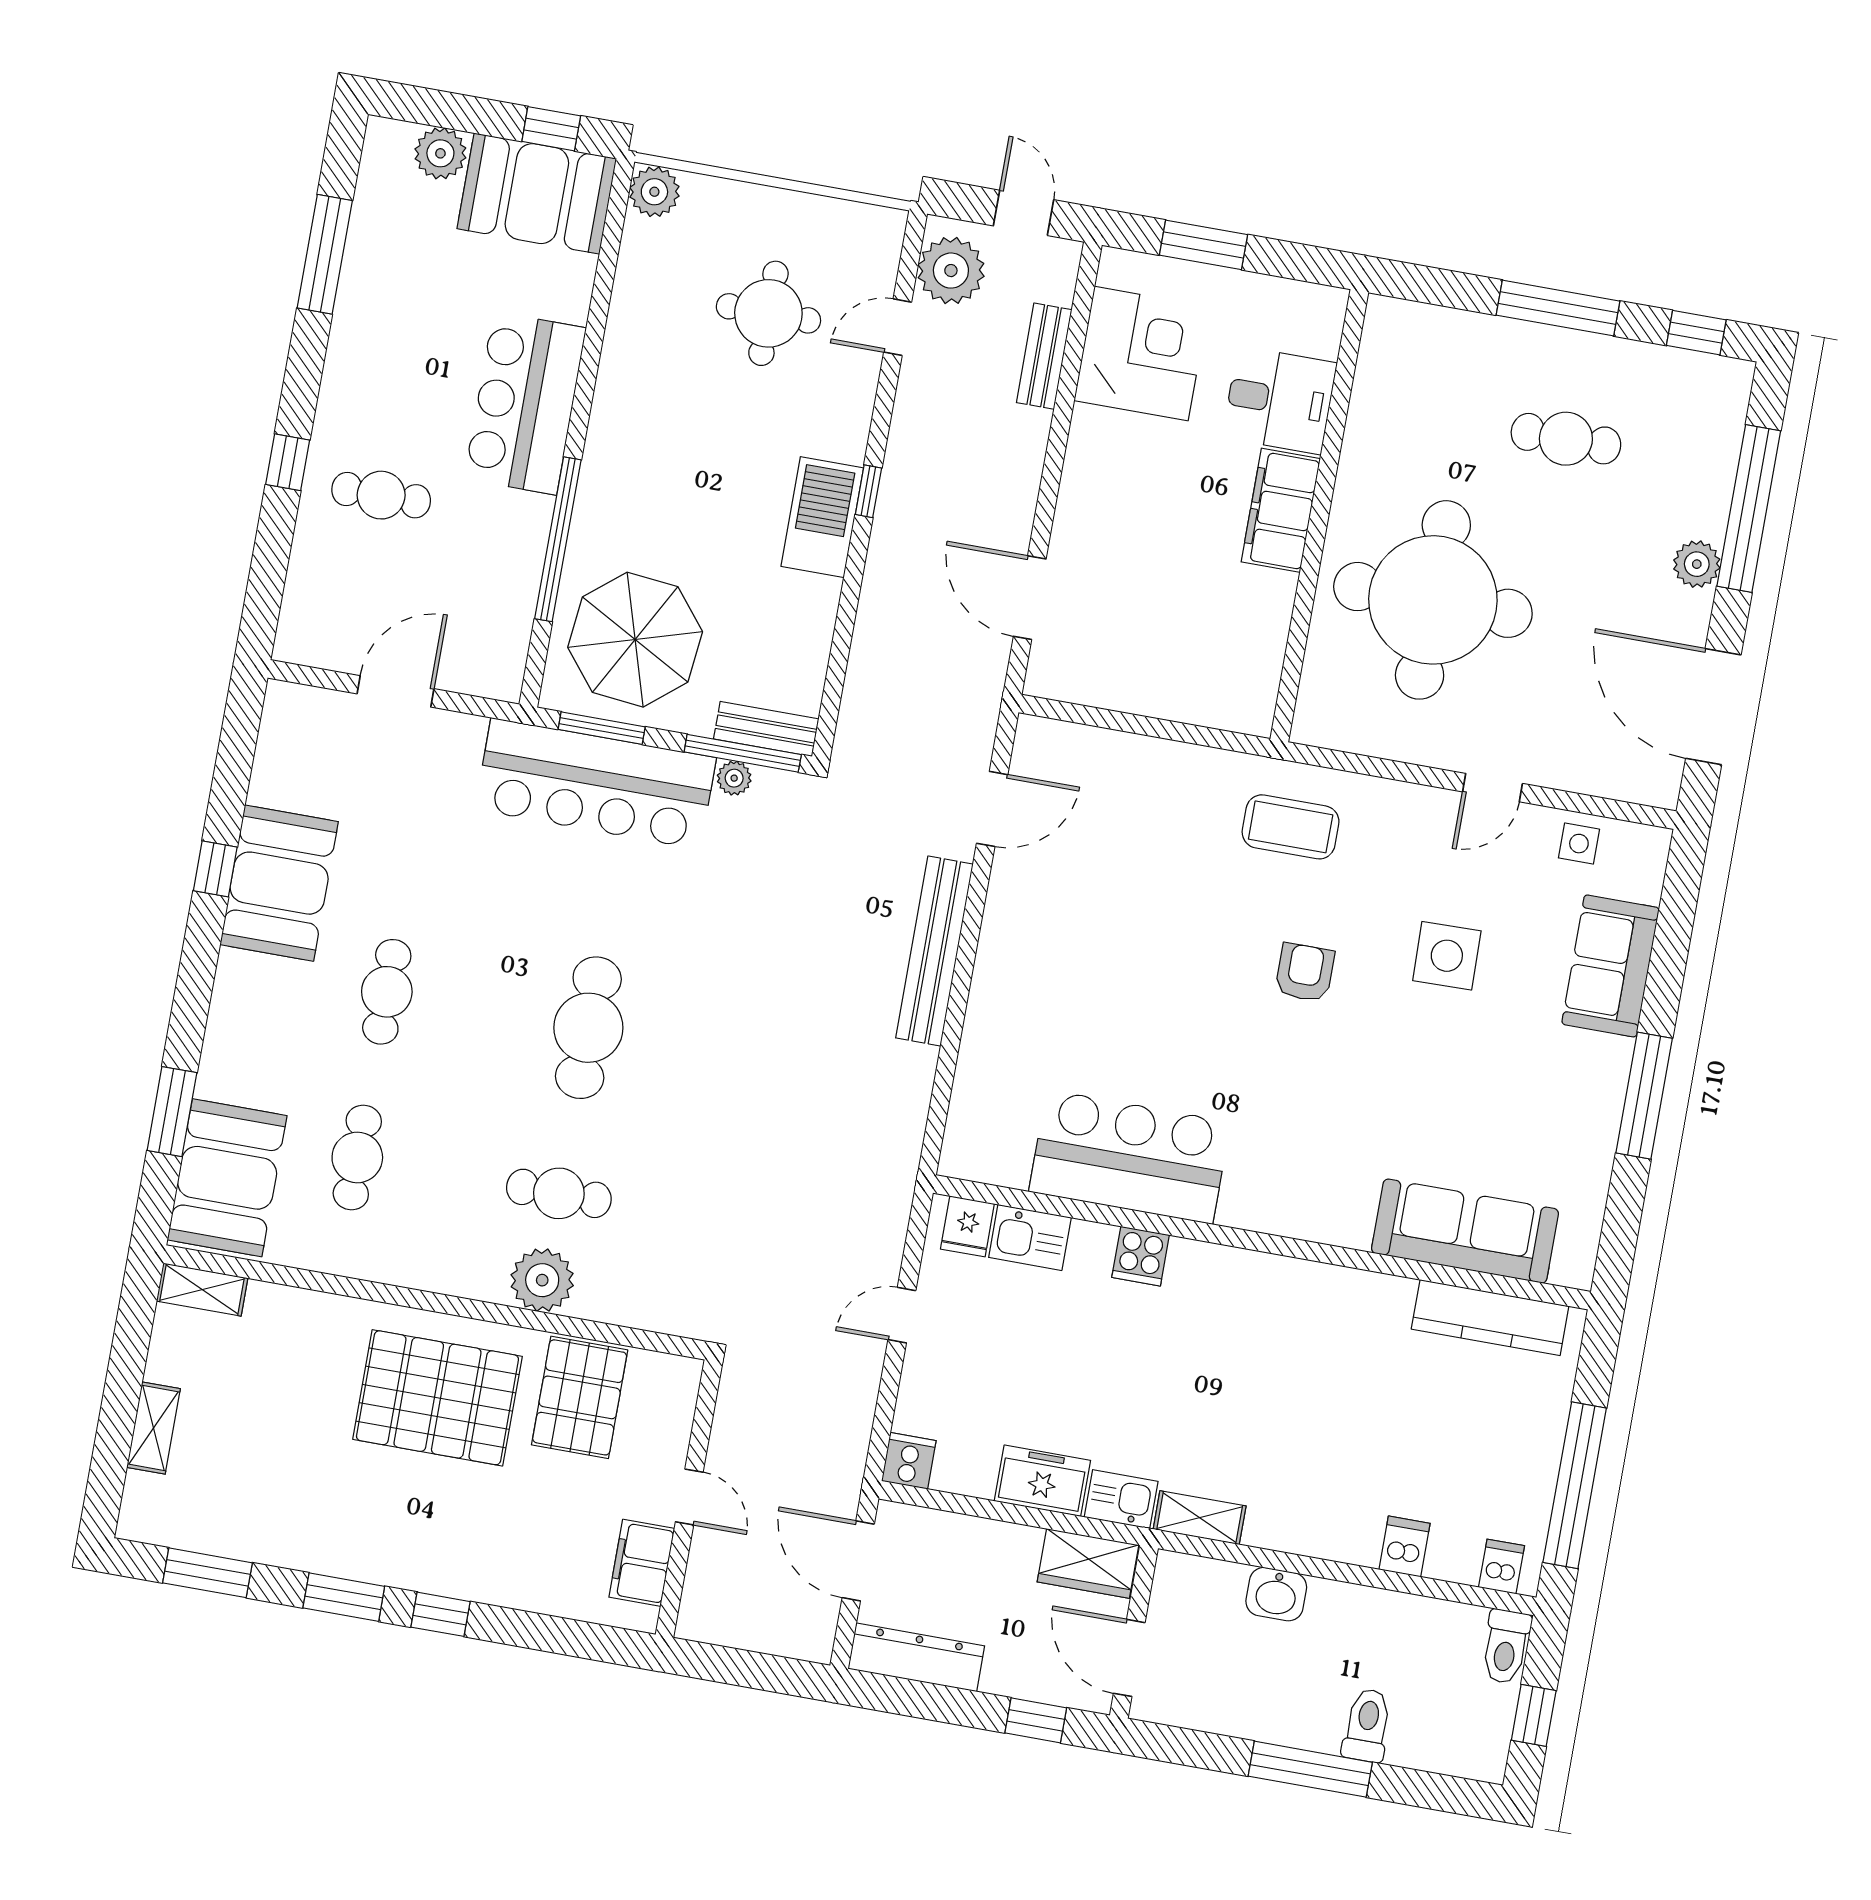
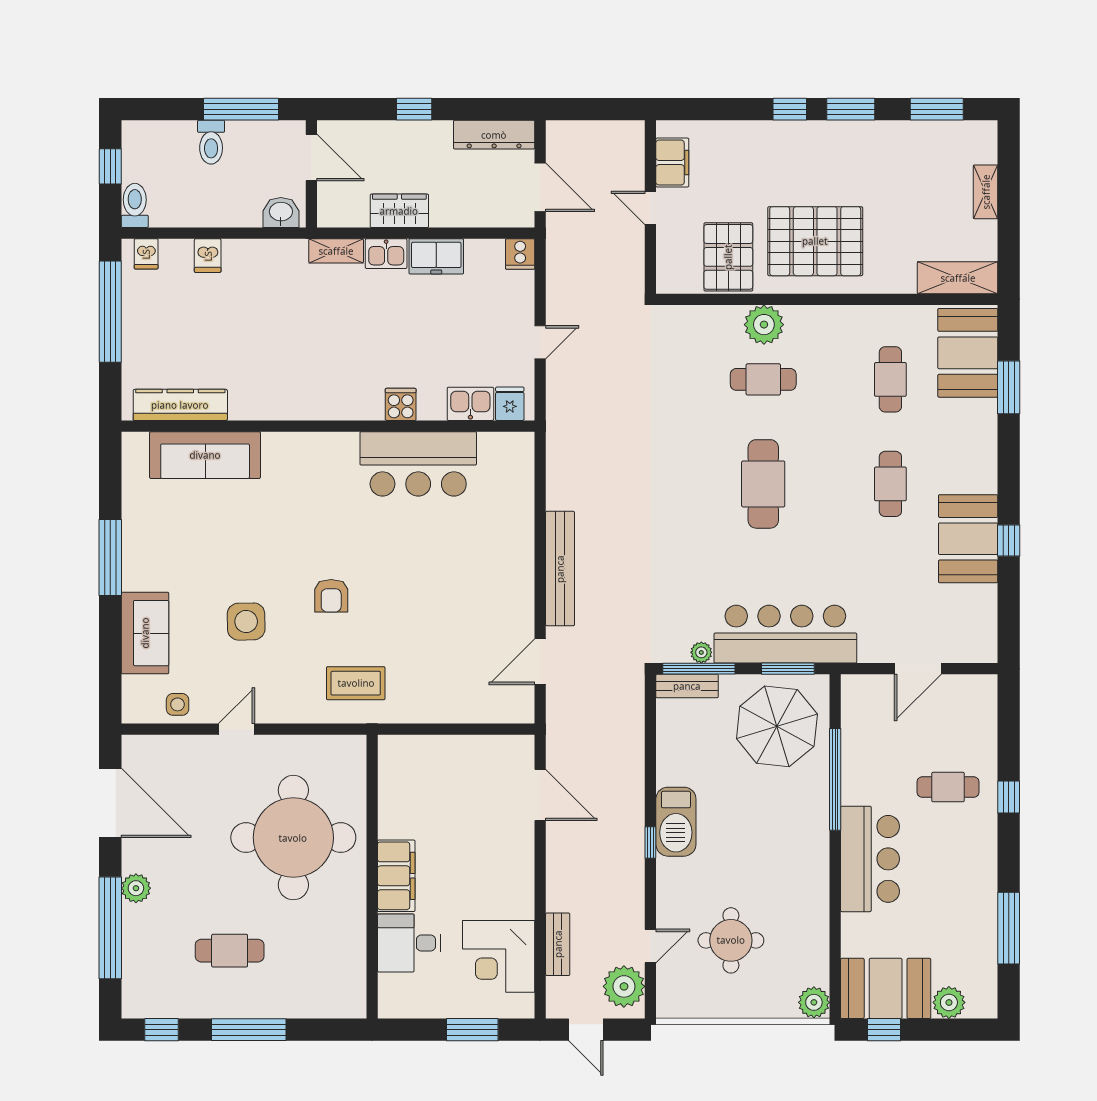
shelving: (202, 1290) -> (958, 278), width x1.50, depth x1.33
wall: (1134, 1632) -> (311, 174), moved
door: (1129, 1658) -> (311, 157), moved

